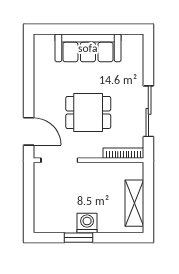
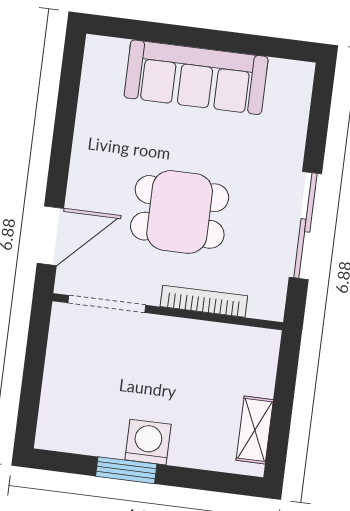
door: (29, 131) -> (50, 236), hinge flipped
bookcase: (123, 153) -> (204, 301), moved
shelving: (134, 203) -> (255, 430), width x0.67, depth x0.75

